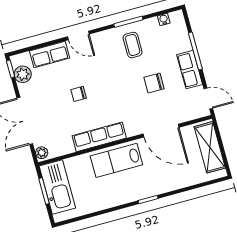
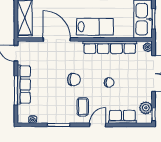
door: (78, 35) -> (98, 125), hinge flipped
coffee table: (133, 45) -> (83, 107), moved
row of seats: (190, 70) -> (24, 85), width x1.48
chair: (154, 83) -> (74, 80), moved
row of seats: (99, 137) -> (110, 47), width x1.36

